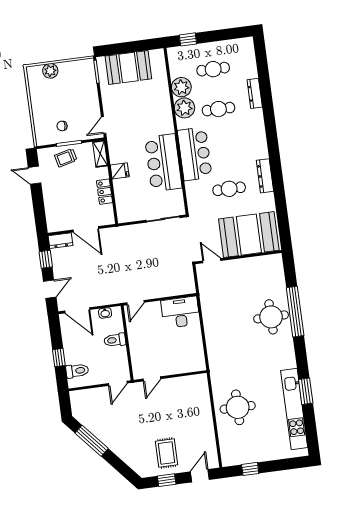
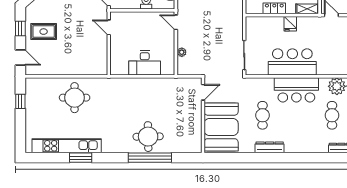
plant: (169, 291) -> (182, 52), added
desk: (180, 312) -> (145, 63), moved, turned 90

